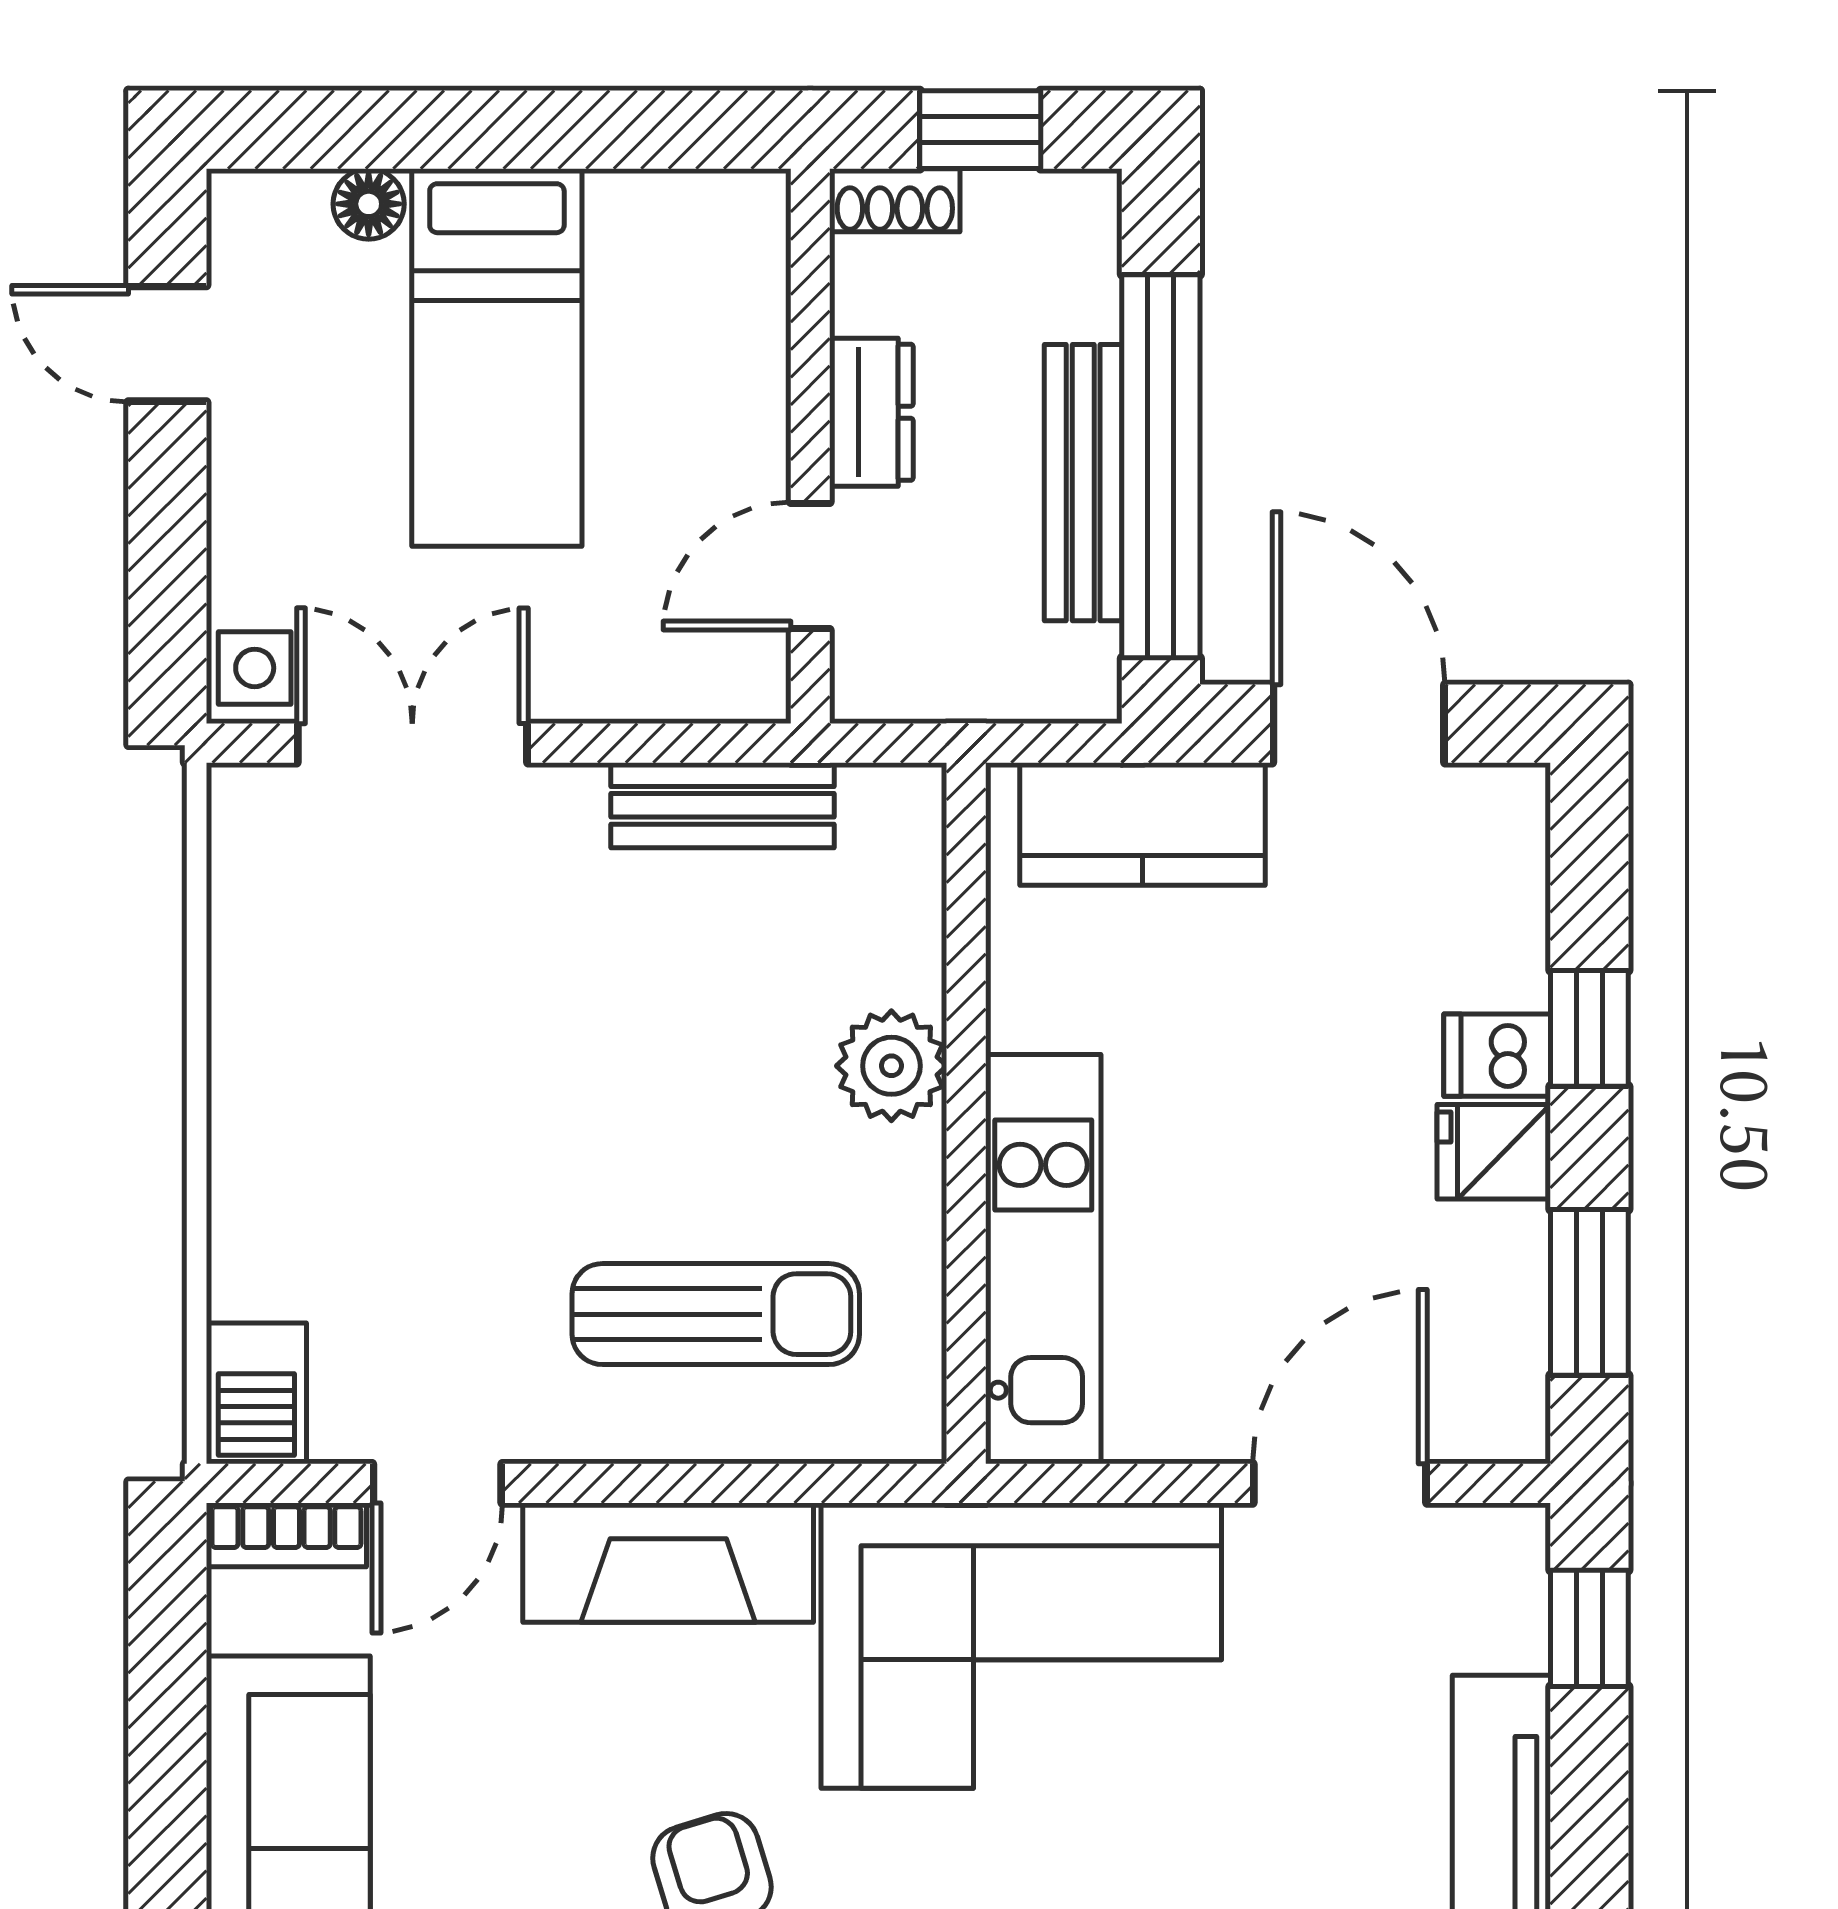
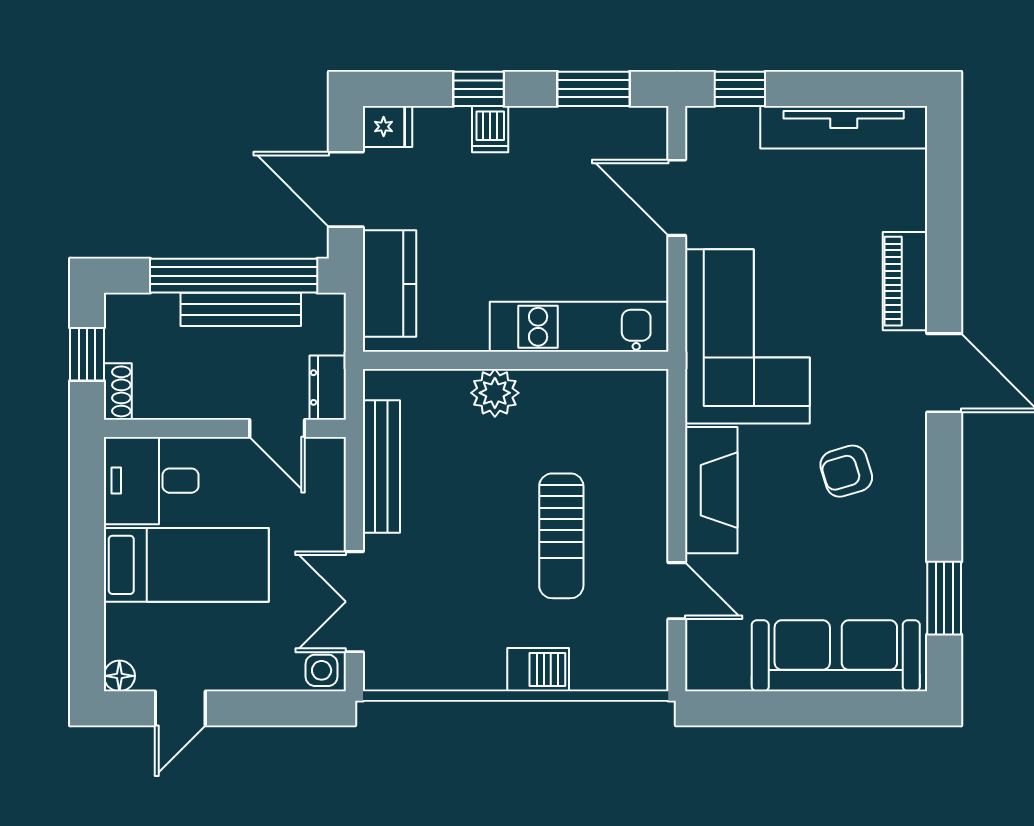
floor lamp: (369, 204) -> (119, 676), moved
desk: (690, 277) -> (151, 481), added
dresser: (871, 412) -> (328, 388), moved, turned -90
door: (1359, 724) -> (346, 189), hinge flipped
bench: (722, 805) -> (381, 467), width x1.36
fridge: (1494, 1152) -> (387, 127), moved, turned -90
sun lounger: (716, 1314) -> (561, 536), moved, turned 180
barbecue: (256, 1393) -> (538, 670), moved
bookcase: (286, 1535) -> (699, 656), removed

